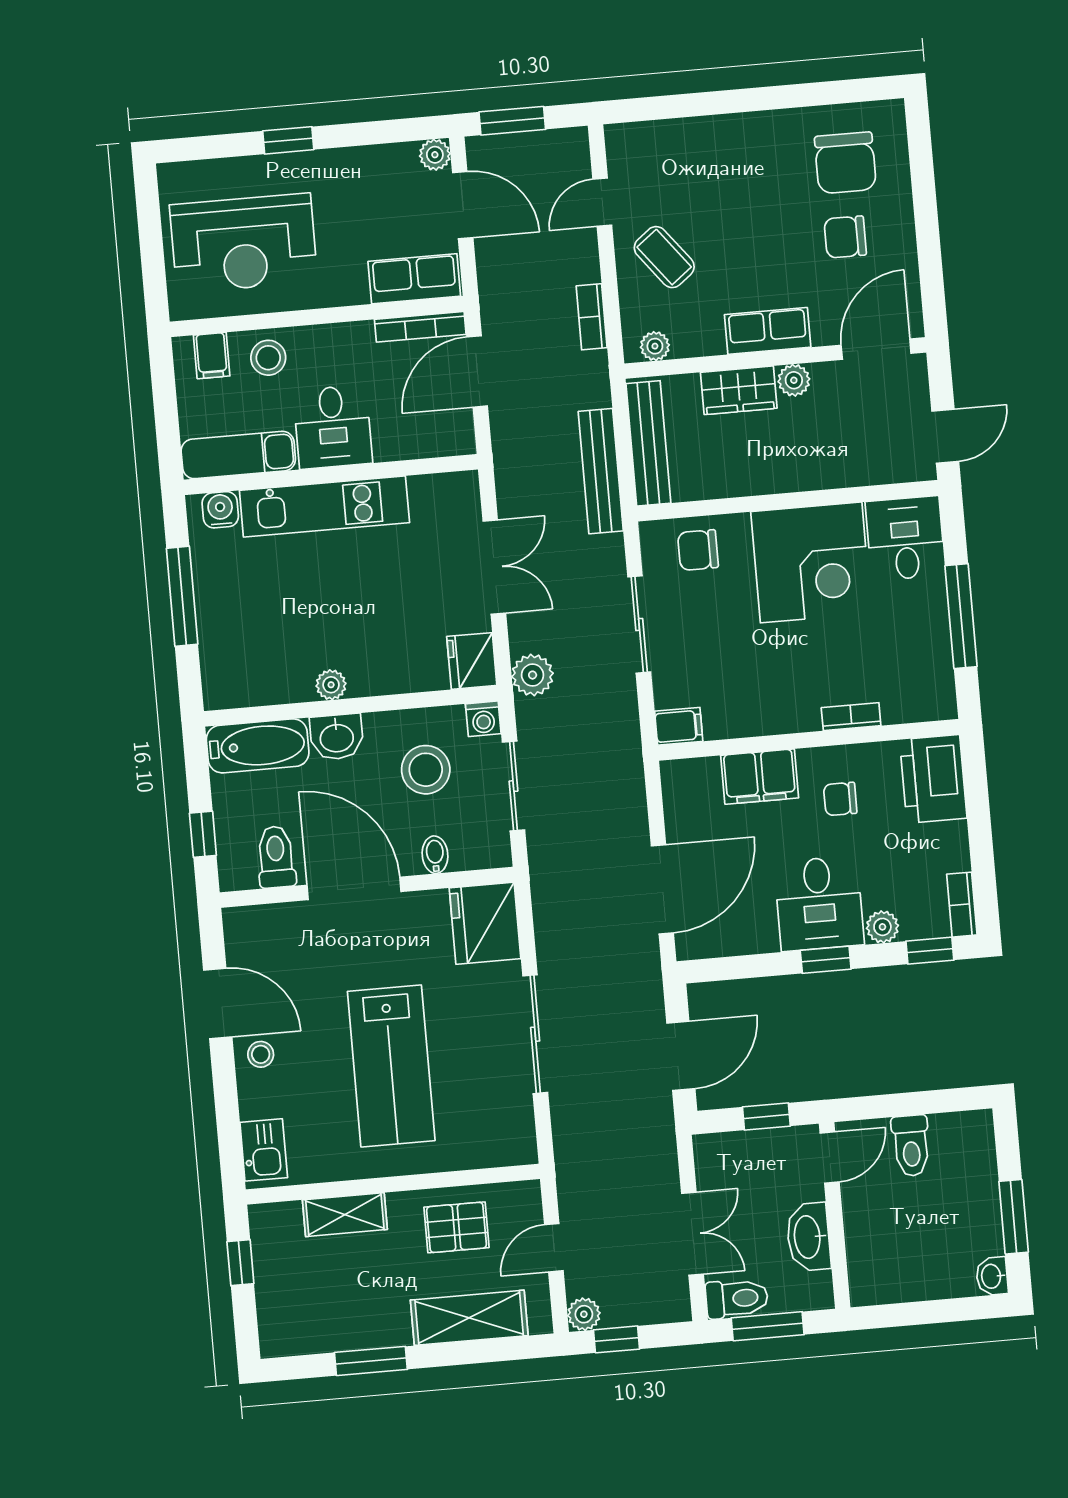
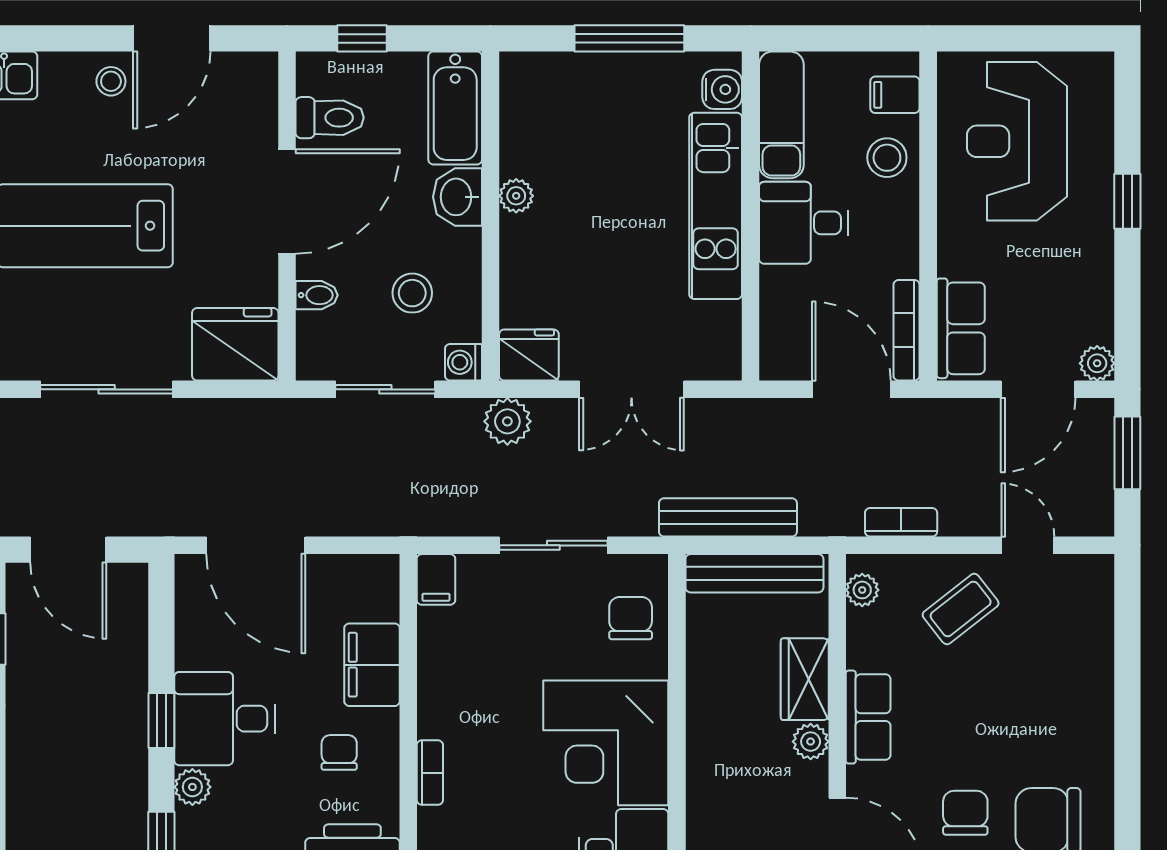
stool: (426, 770) -> (412, 293), width x0.73, depth x0.73

